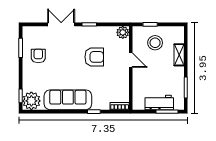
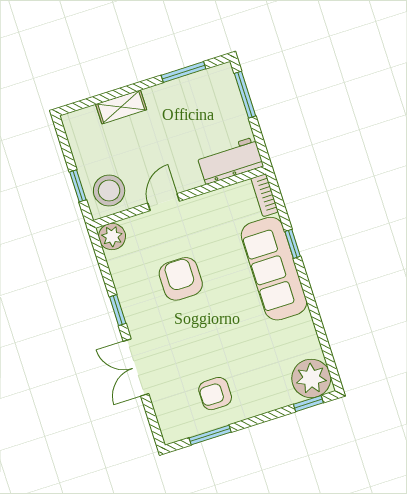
stool: (155, 43) -> (109, 191), moved
sofa: (68, 100) -> (274, 269), moved
workbench: (159, 103) -> (230, 161), moved, turned 90

